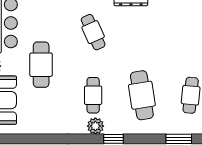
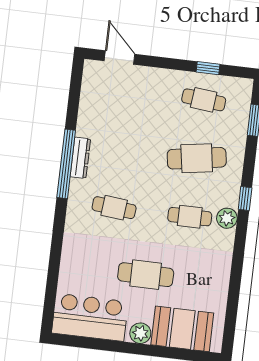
cafe table: (93, 32) -> (114, 208), turned 30

